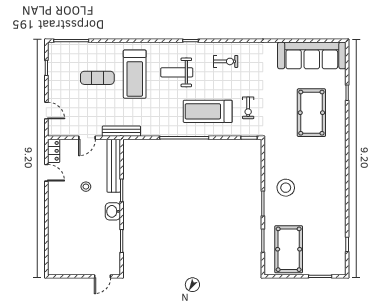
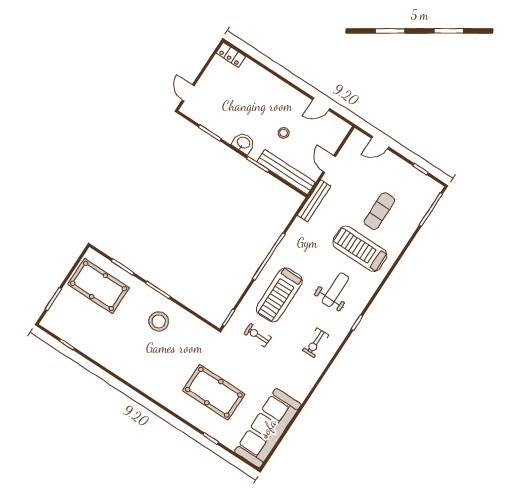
treadmill: (208, 111) -> (279, 295), turned 180
locker: (54, 151) -> (231, 55), moved

